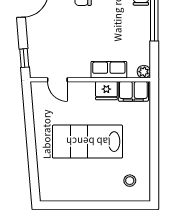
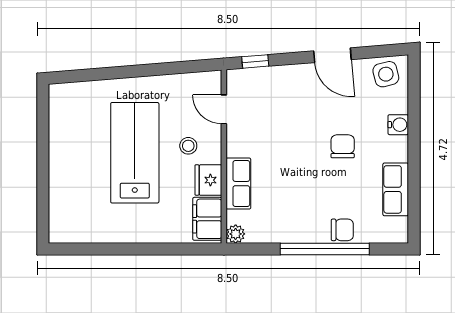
door: (57, 80) -> (224, 109), hinge flipped
stool: (130, 181) -> (188, 146), moved

